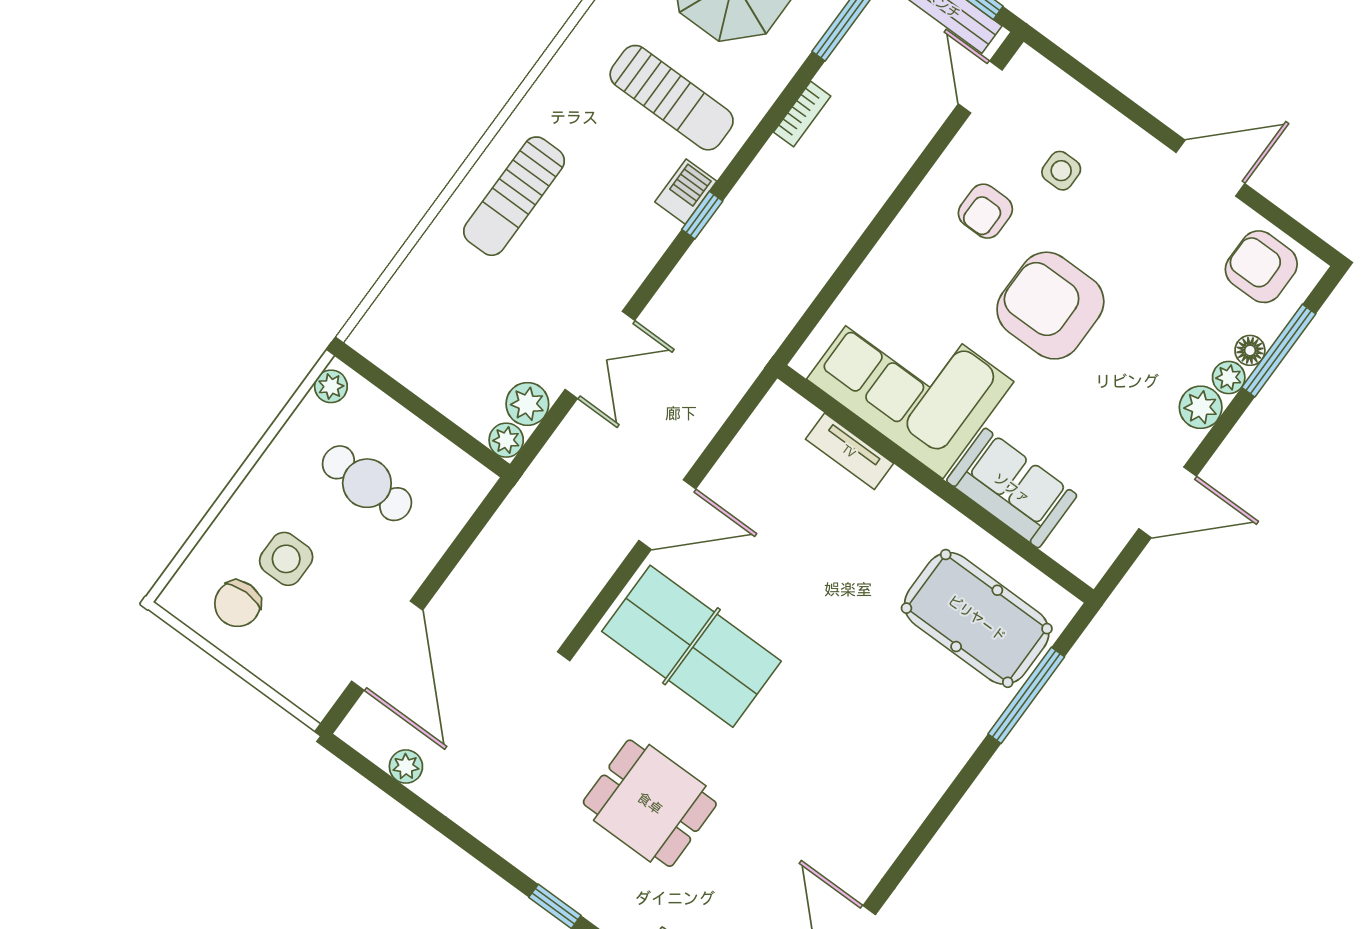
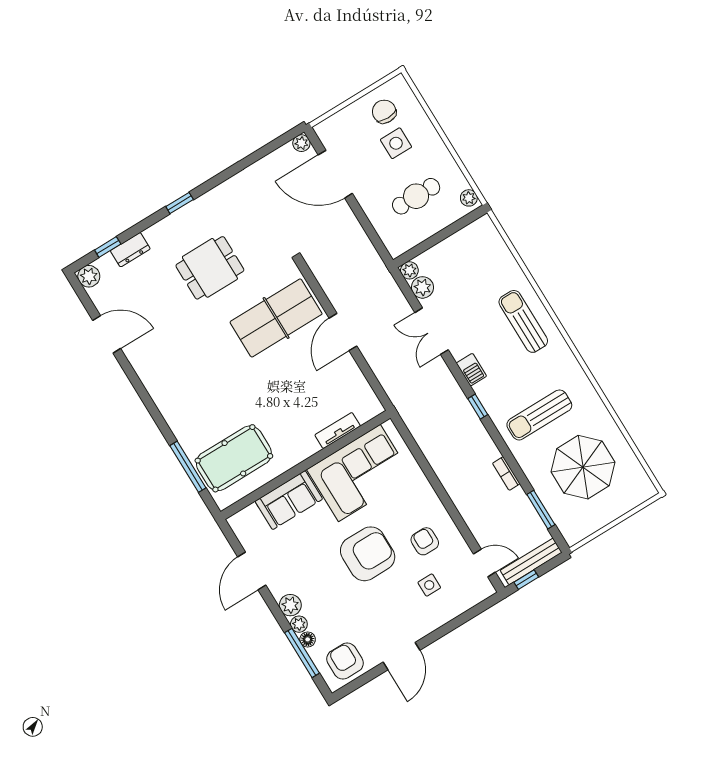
barbecue: (686, 192) -> (471, 370), moved
armchair: (1261, 267) -> (345, 661), turned -90
plant: (406, 767) -> (301, 143), moved

